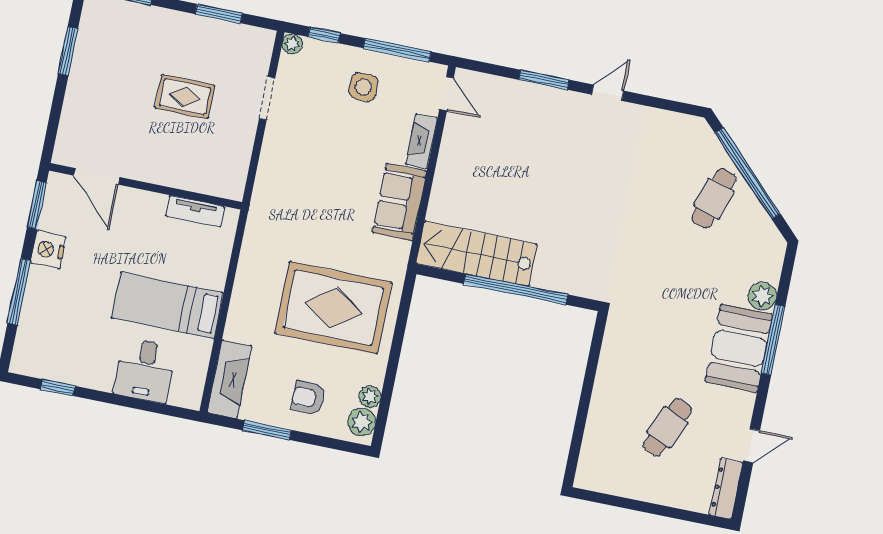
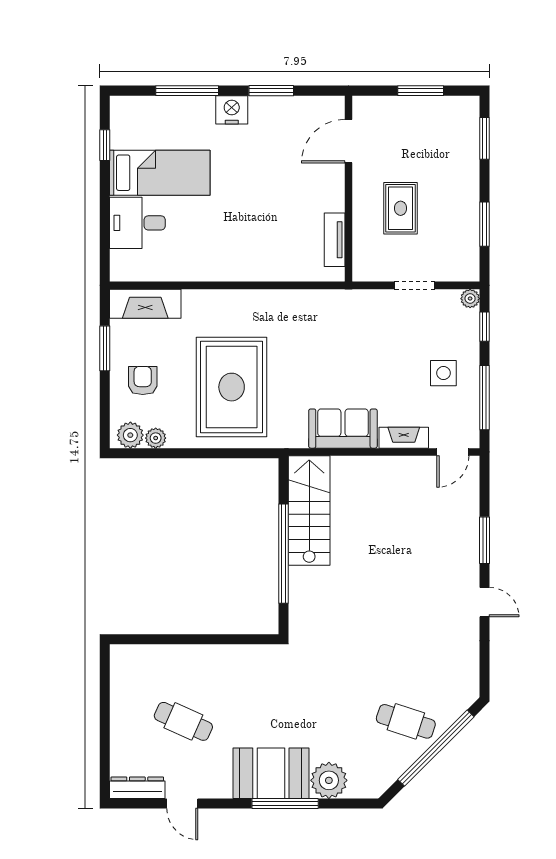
door: (97, 176) -> (348, 141), moved
wall: (146, 186) -> (348, 189), moved
tv unit: (195, 211) -> (335, 240), moved
plant: (762, 296) -> (329, 780), width x1.36, depth x1.36
bed: (167, 305) -> (160, 173), moved, turned 90

